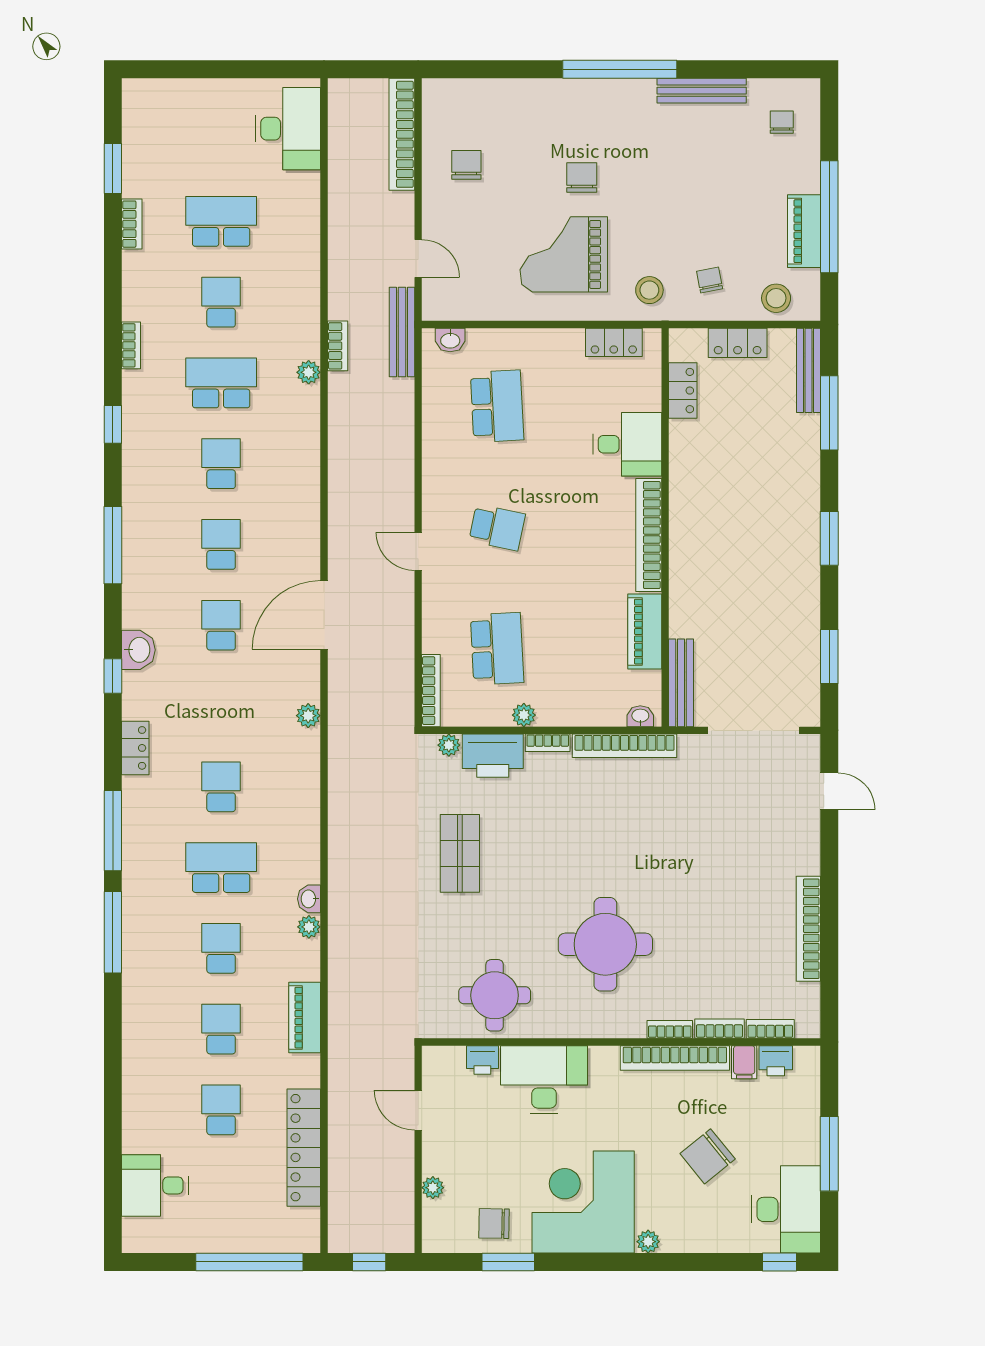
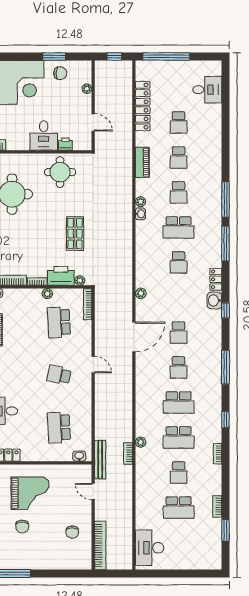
school desk: (221, 464) -> (179, 403), width x1.85
washbasin: (138, 650) -> (214, 301), moved
desk: (544, 1080) -> (44, 136), width x0.73

